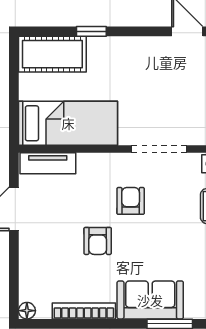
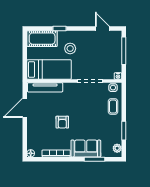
stool: (115, 76) -> (70, 48), added
tv unit: (48, 163) -> (45, 87), width x1.41
armchair: (131, 201) -> (77, 104), removed

